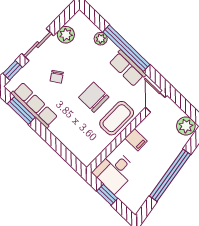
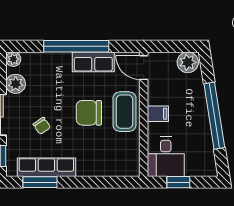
plant: (101, 39) -> (13, 59), moved

